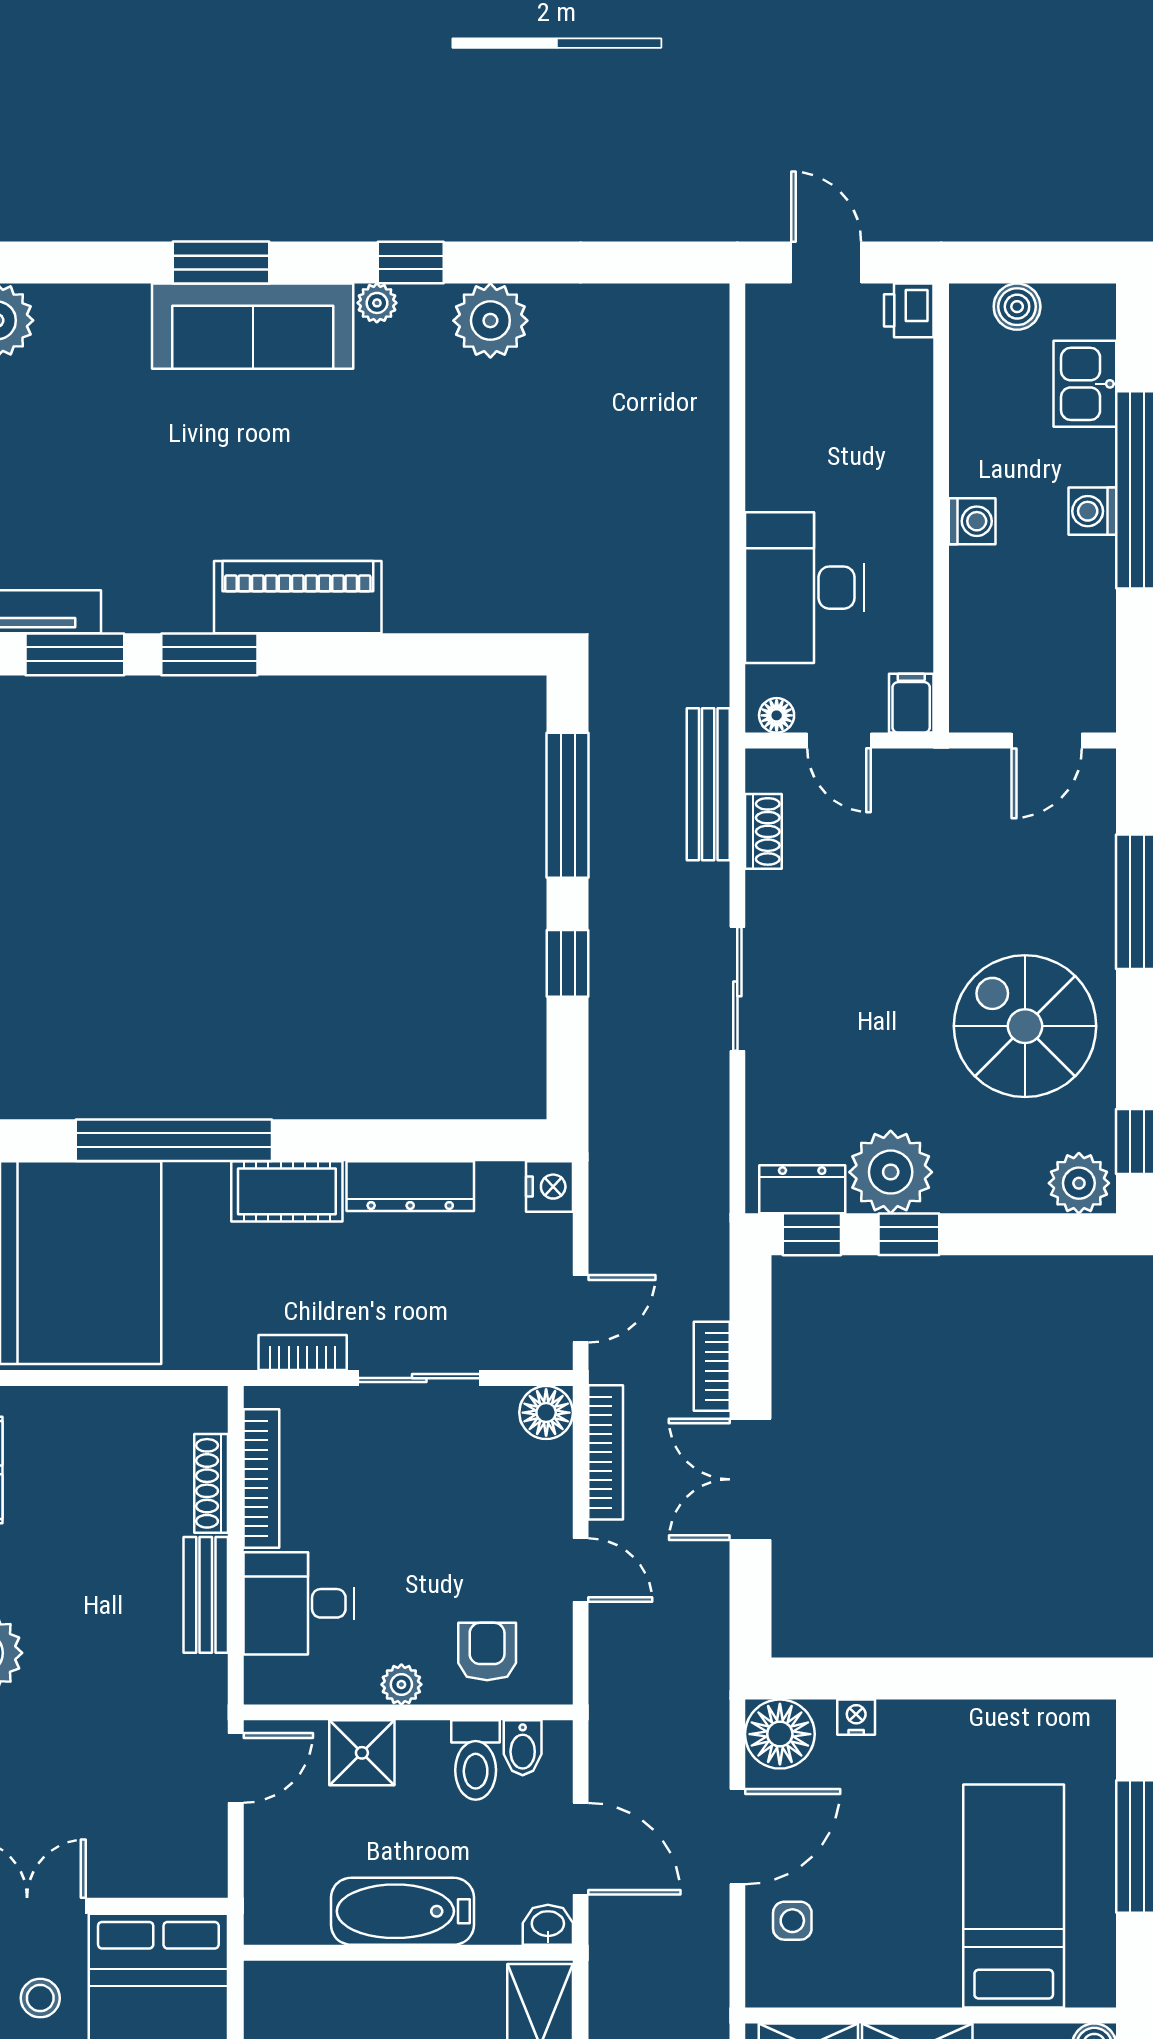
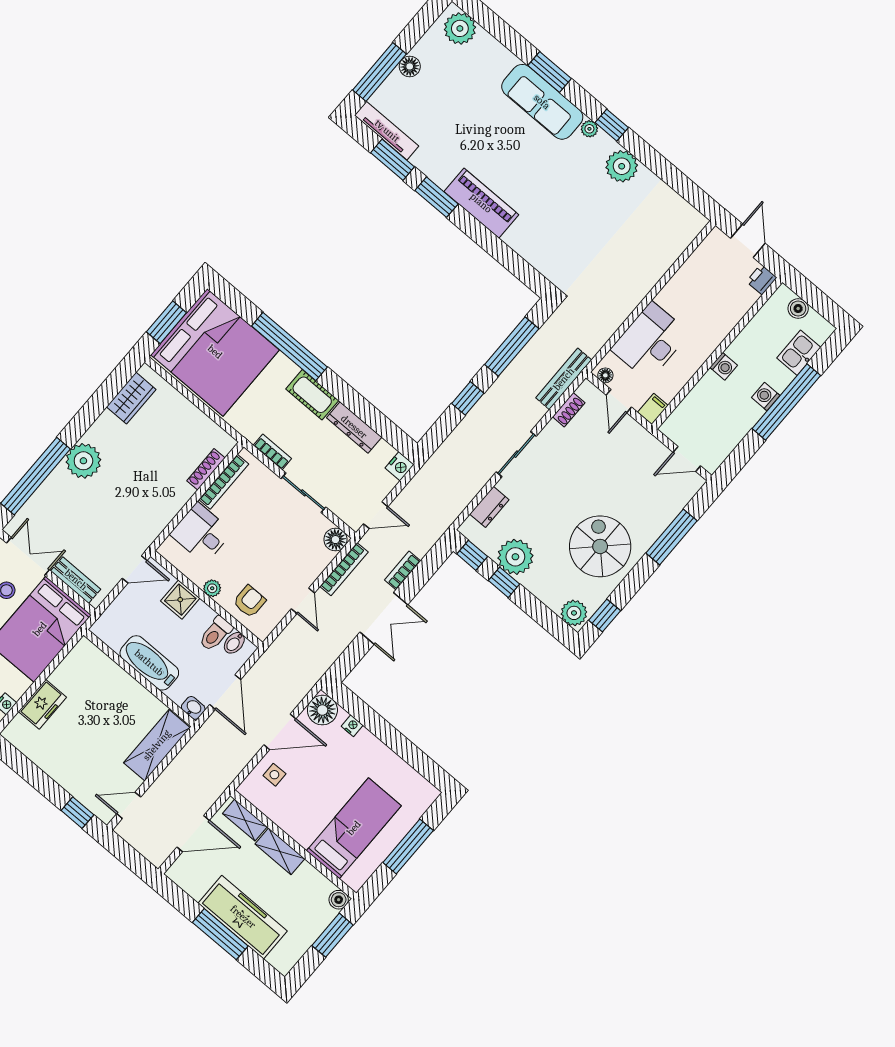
dresser: (802, 1189) -> (489, 507), moved, turned 90
double door: (750, 1479) -> (384, 618), swing flipped
bench: (206, 1595) -> (76, 580), moved, turned 90

